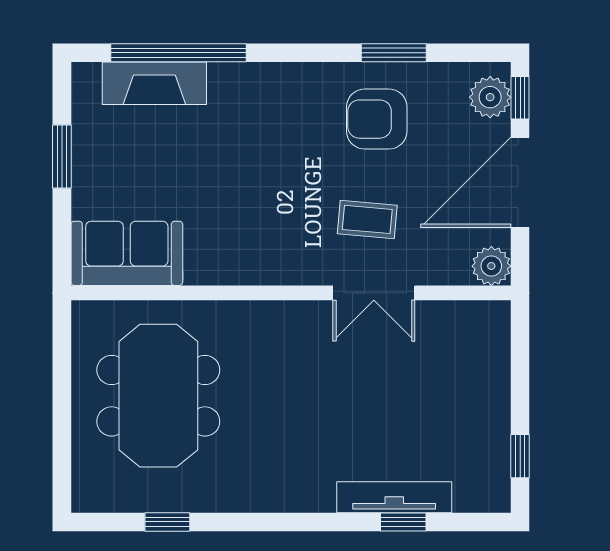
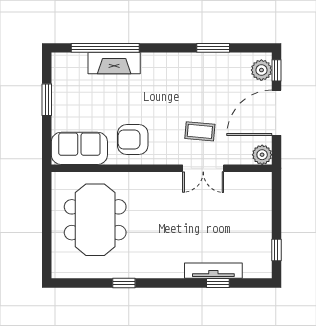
fireplace: (154, 83) -> (114, 63), moved
armchair: (377, 119) -> (133, 140), moved
window: (167, 522) -> (124, 283), moved

